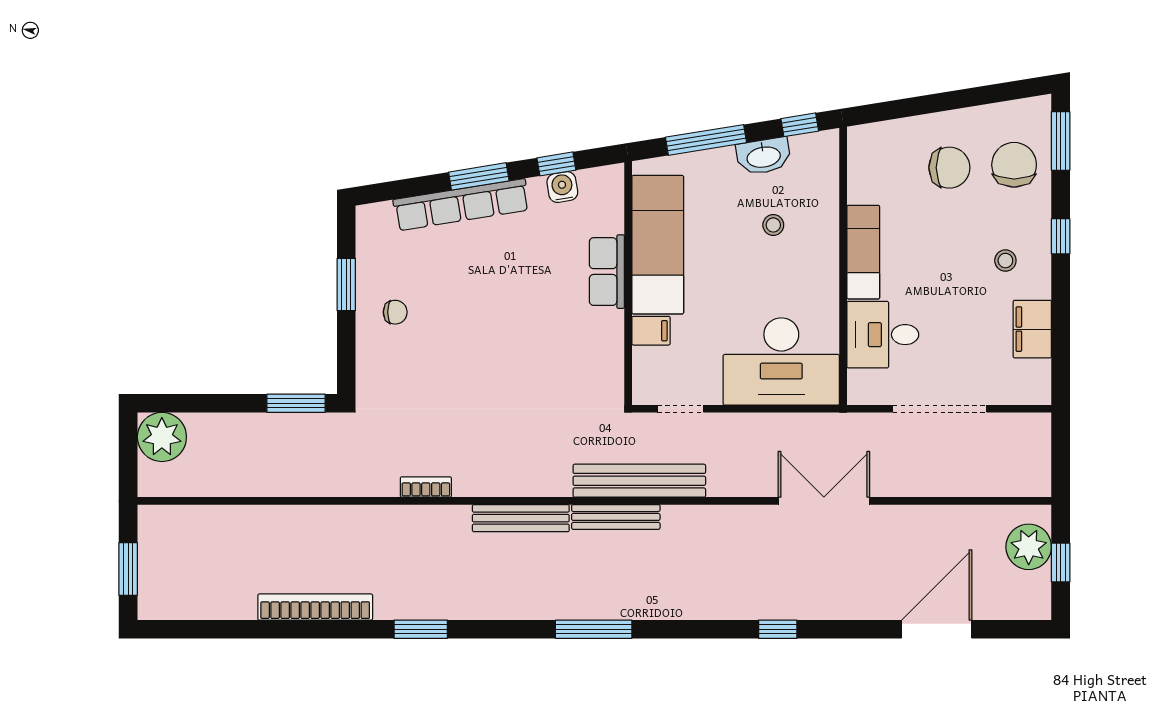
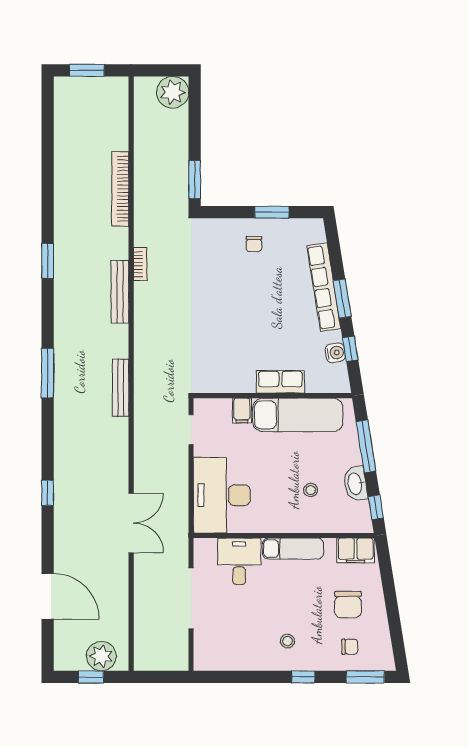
chair: (1014, 165) -> (350, 647), width x0.54, depth x0.54
filing cabinet: (1032, 329) -> (356, 550), moved, turned 180
bench: (639, 481) -> (144, 403), removed
bench: (521, 518) -> (120, 292), moved
bookcase: (315, 607) -> (120, 189), moved, turned 180

